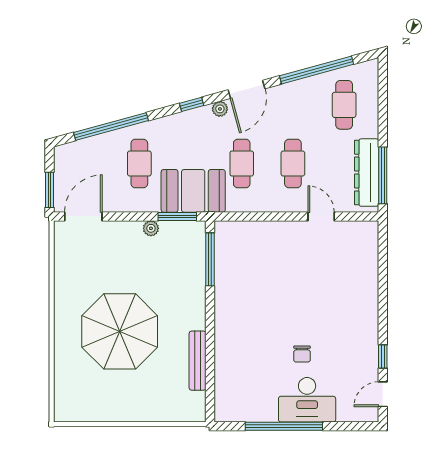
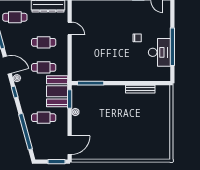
door: (83, 216) -> (70, 145), swing flipped
door: (321, 216) -> (70, 29), swing flipped
parasol: (120, 331) -> (126, 127), removed
desk: (307, 400) -> (159, 52), moved

